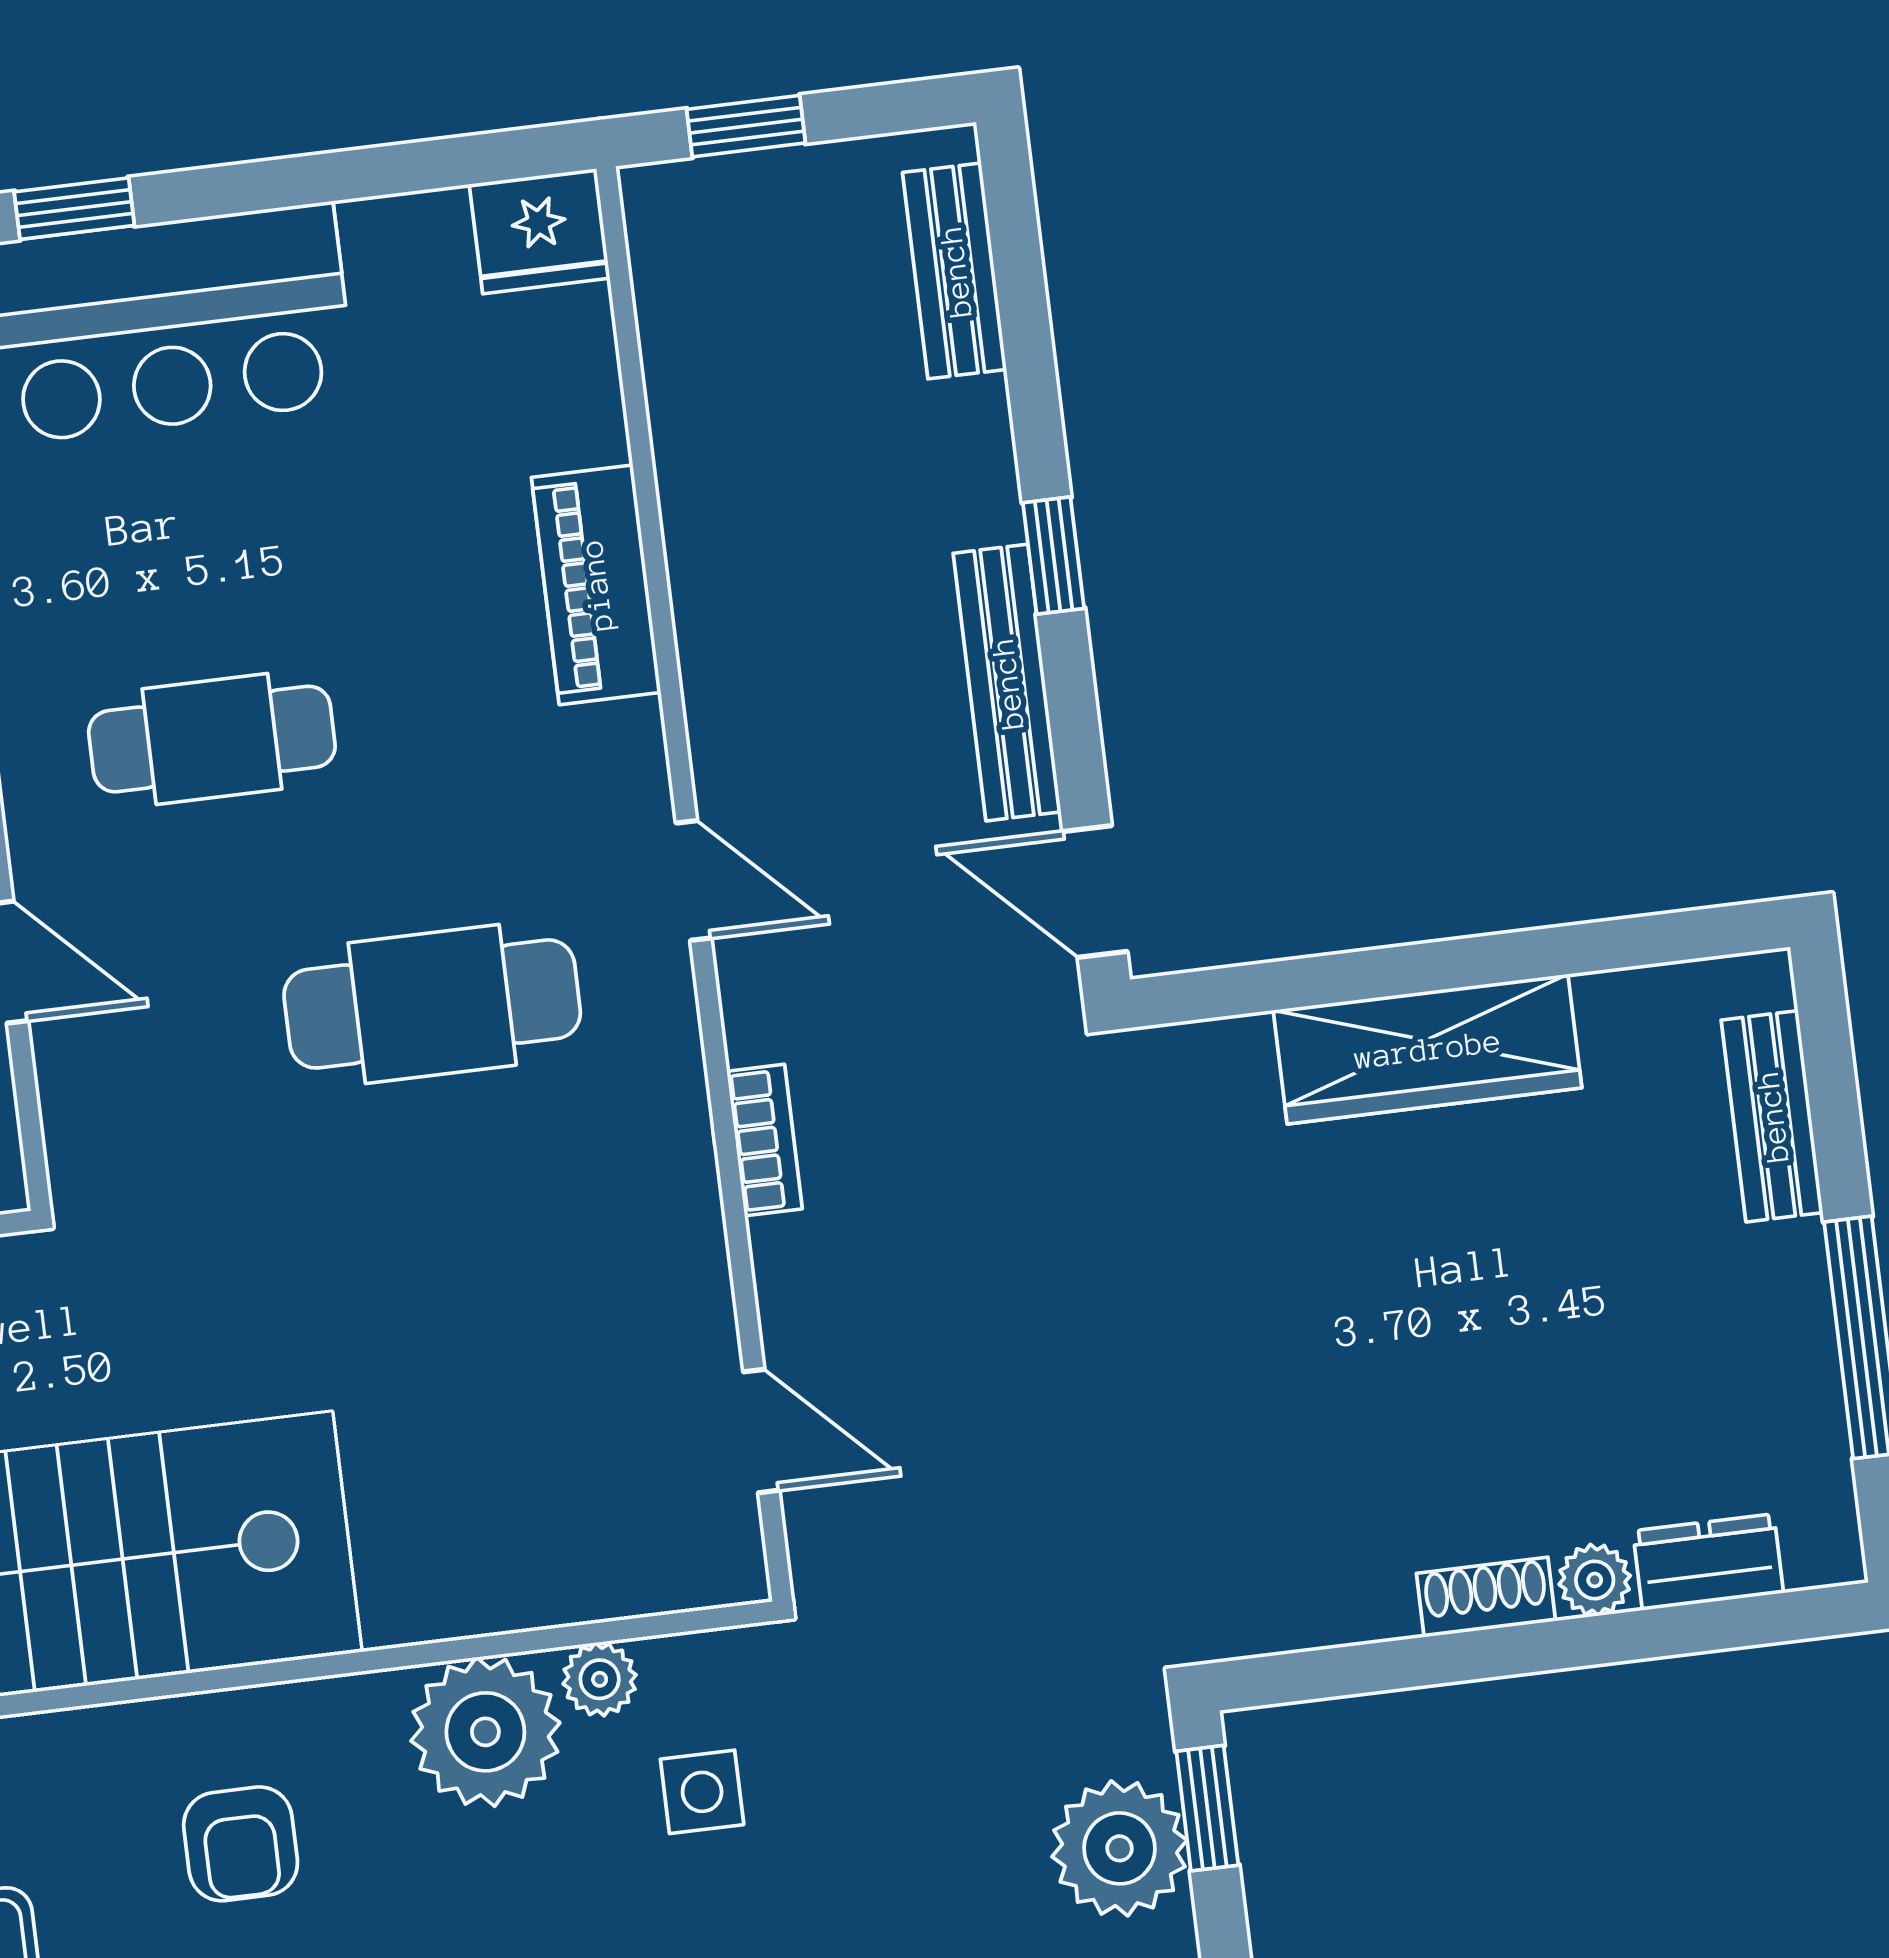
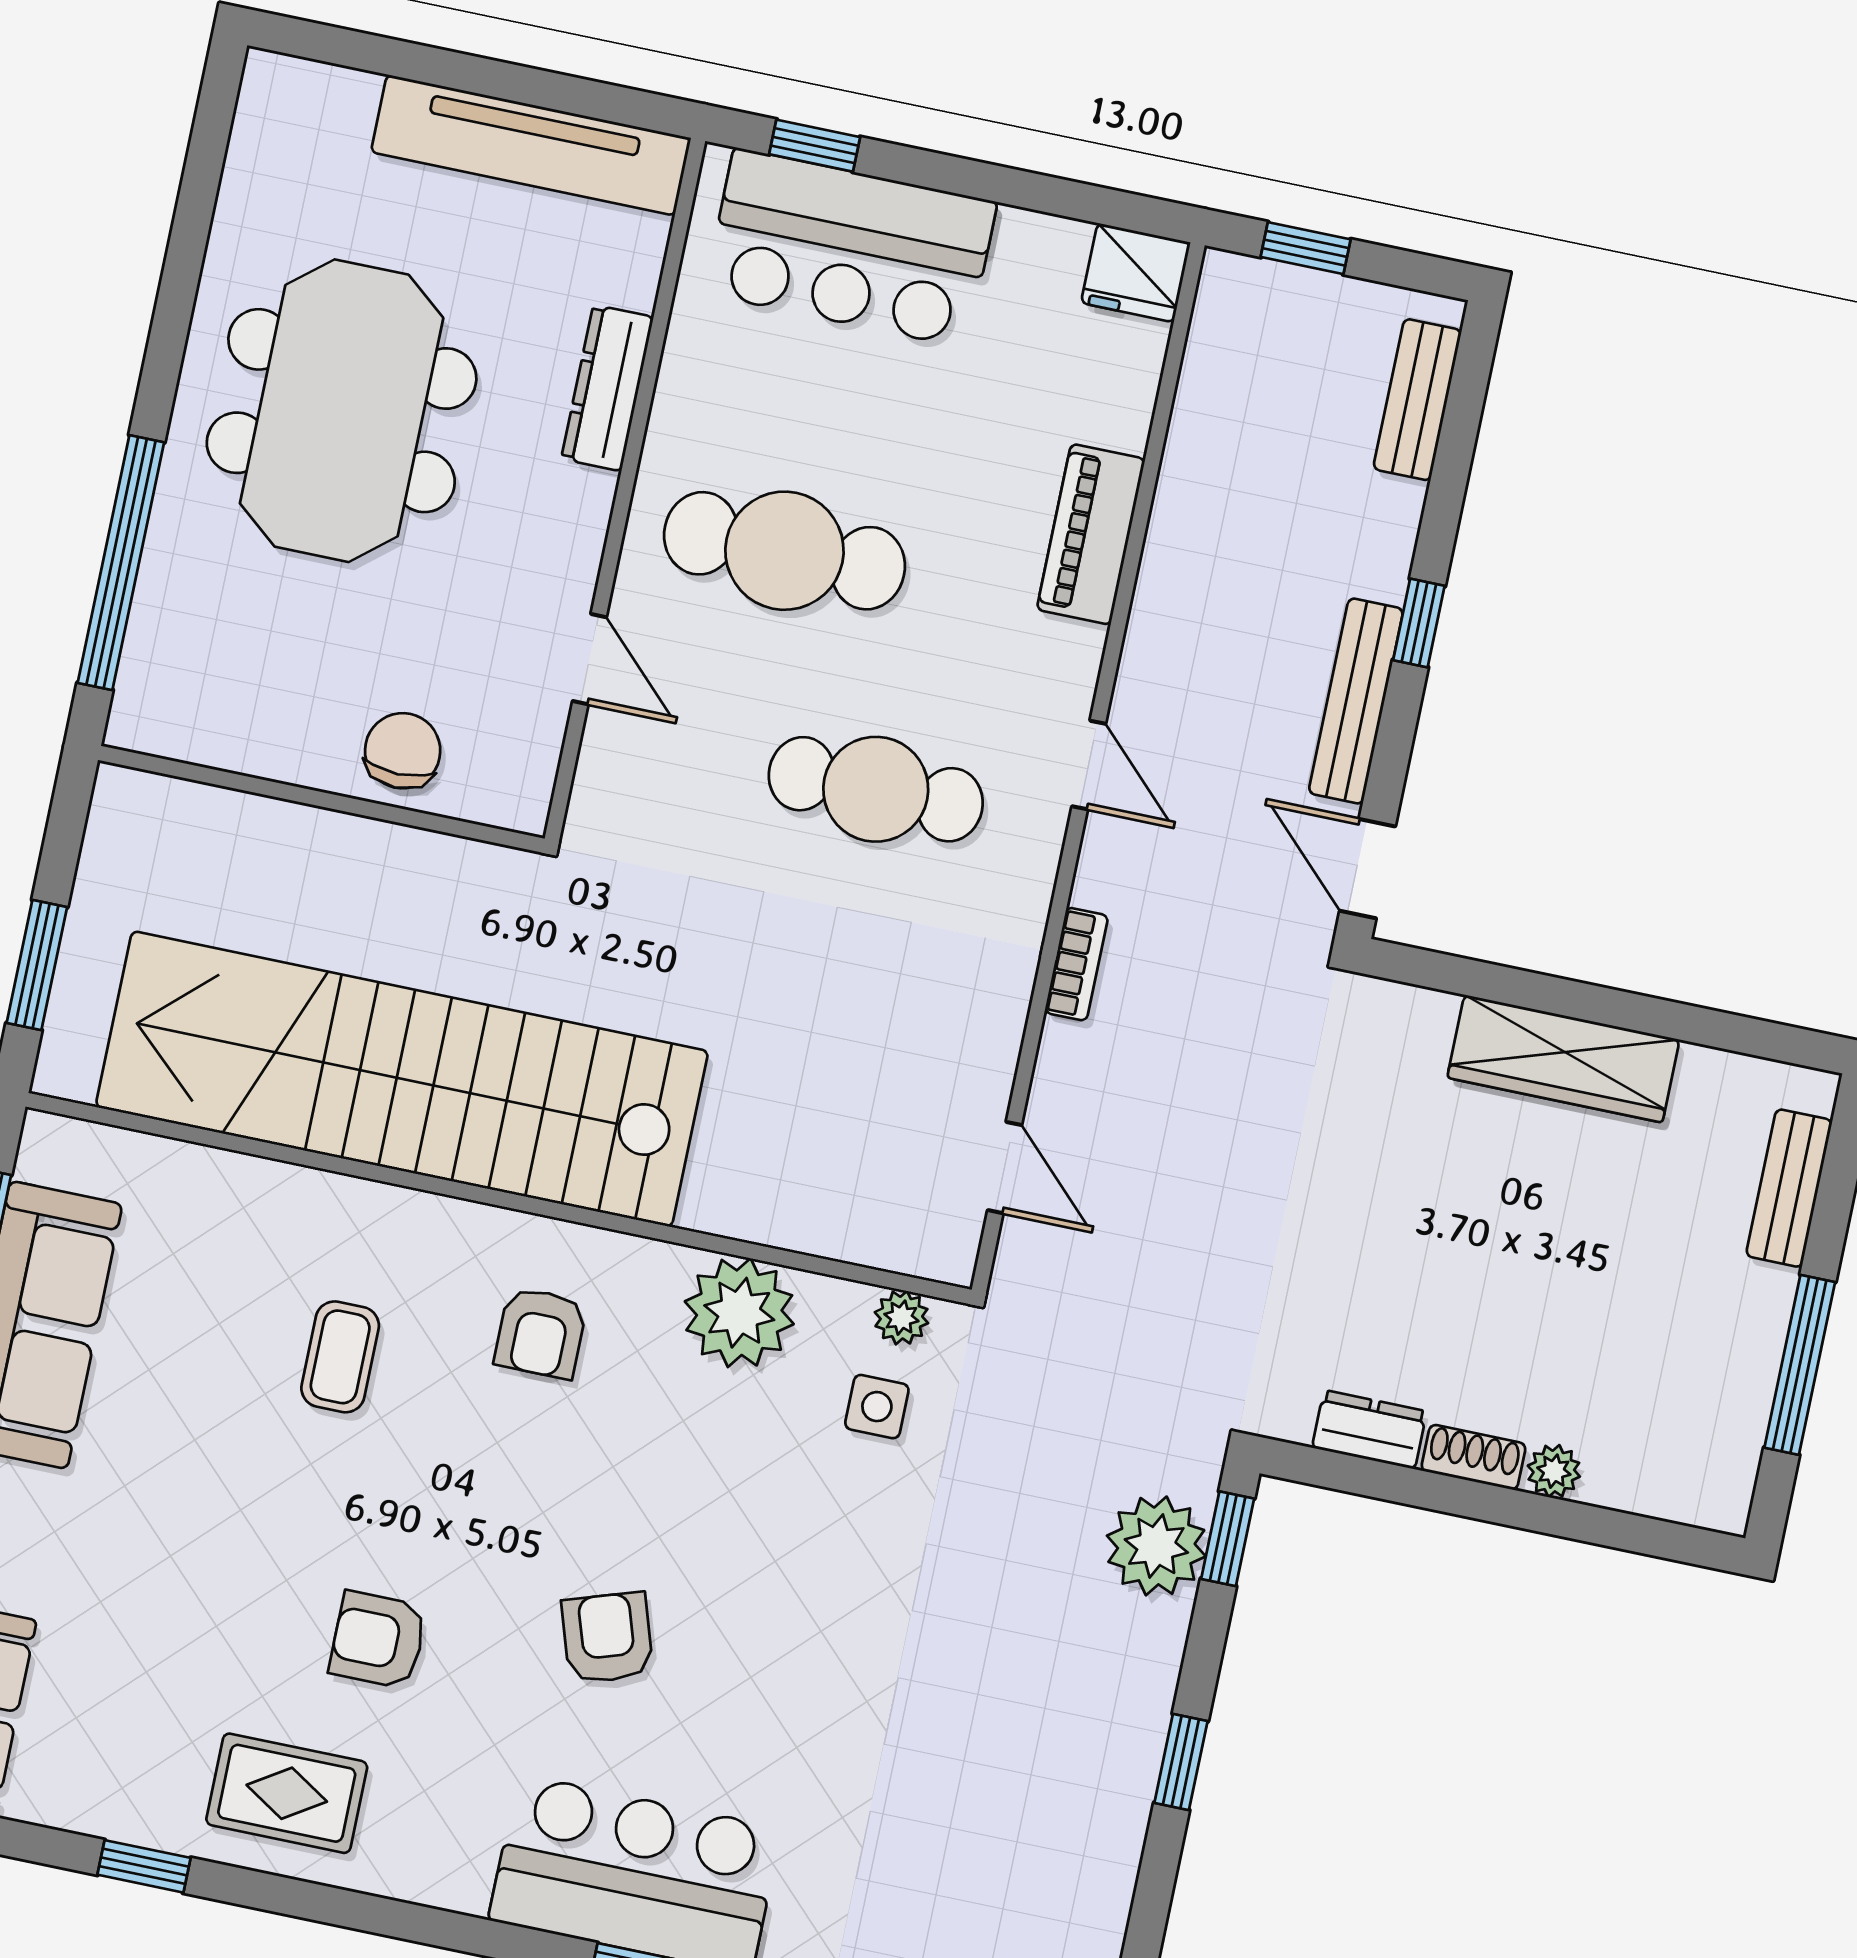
cafe table: (212, 739) -> (784, 551), width x1.37, depth x1.35
dresser: (1708, 1562) -> (1369, 1430), moved
plant: (600, 1679) -> (901, 1318), moved

